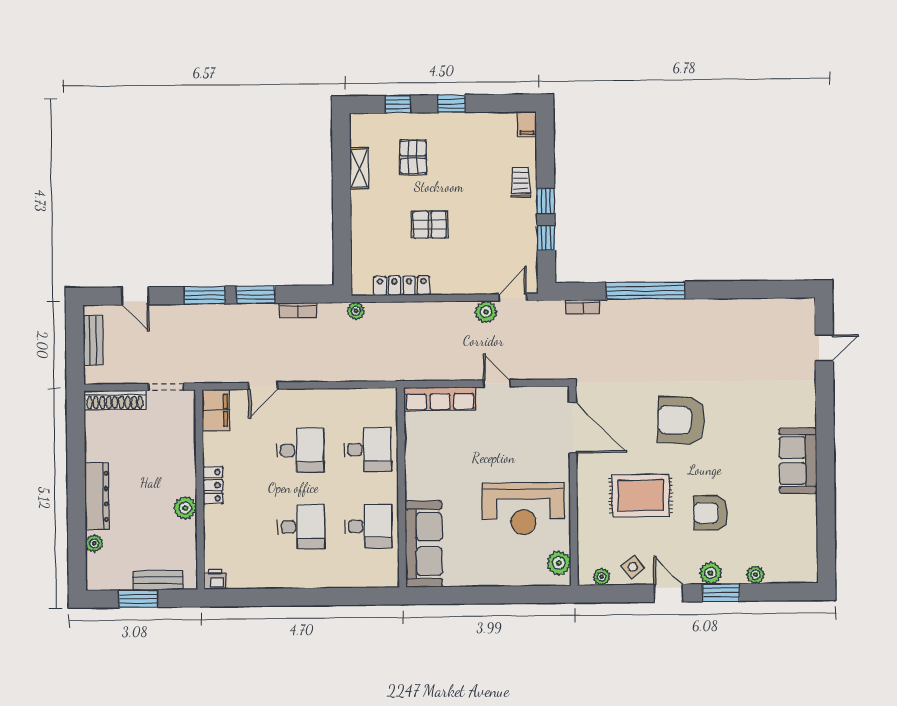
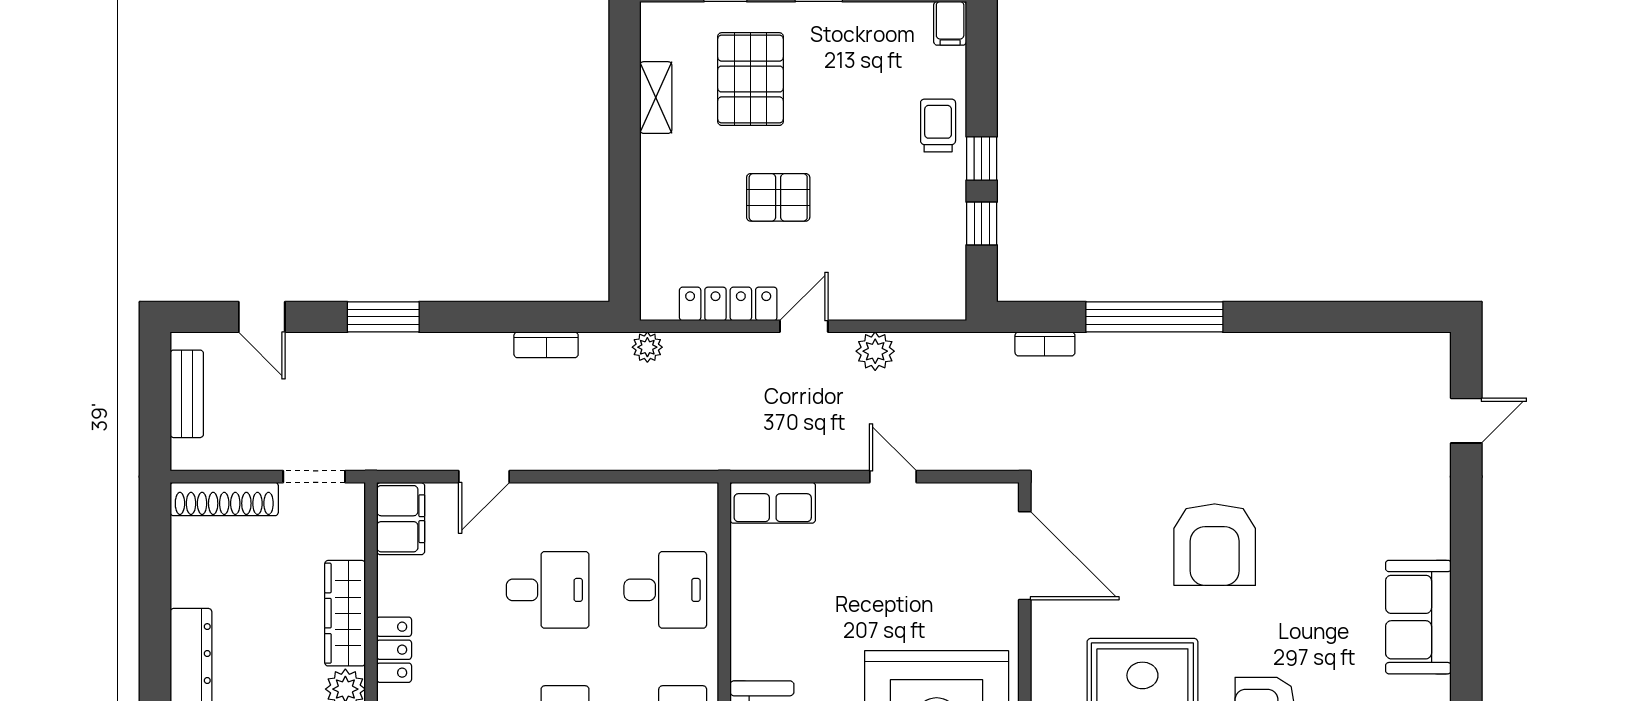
pallet: (413, 157) -> (751, 79), width x1.50, depth x1.42
window: (256, 295) -> (473, 317), removed
door: (513, 297) -> (804, 326), moved
row of seats: (440, 399) -> (773, 503), width x0.68
armchair: (681, 420) -> (1215, 545), turned -93
wardrobe: (185, 465) -> (345, 613), added

